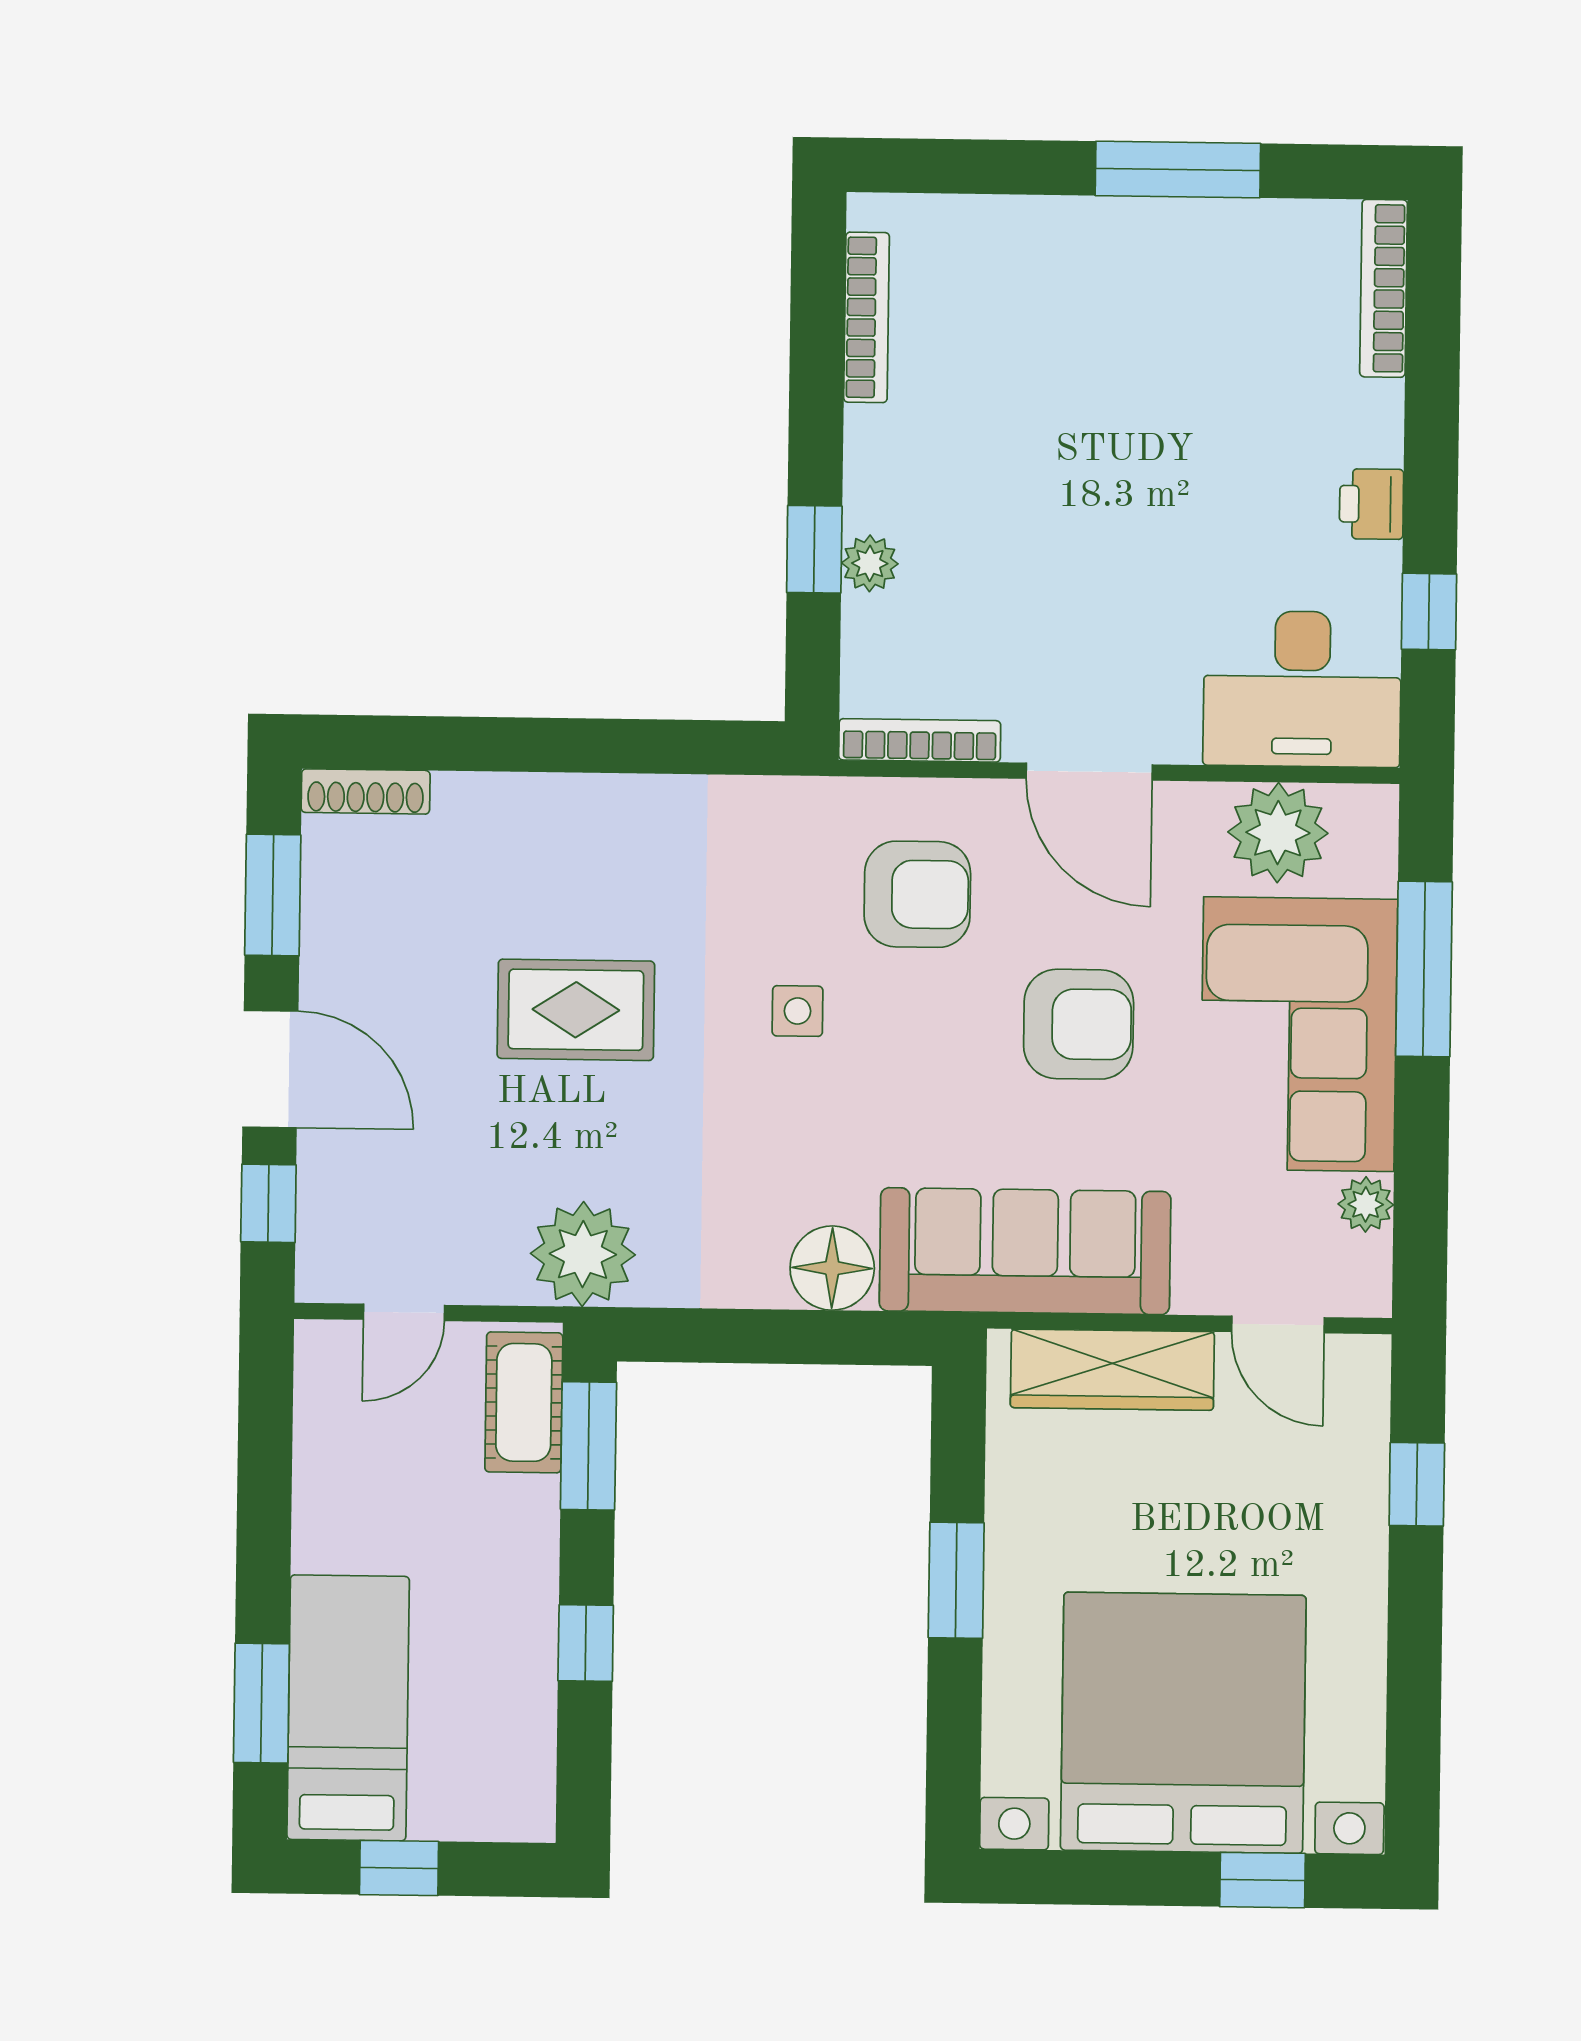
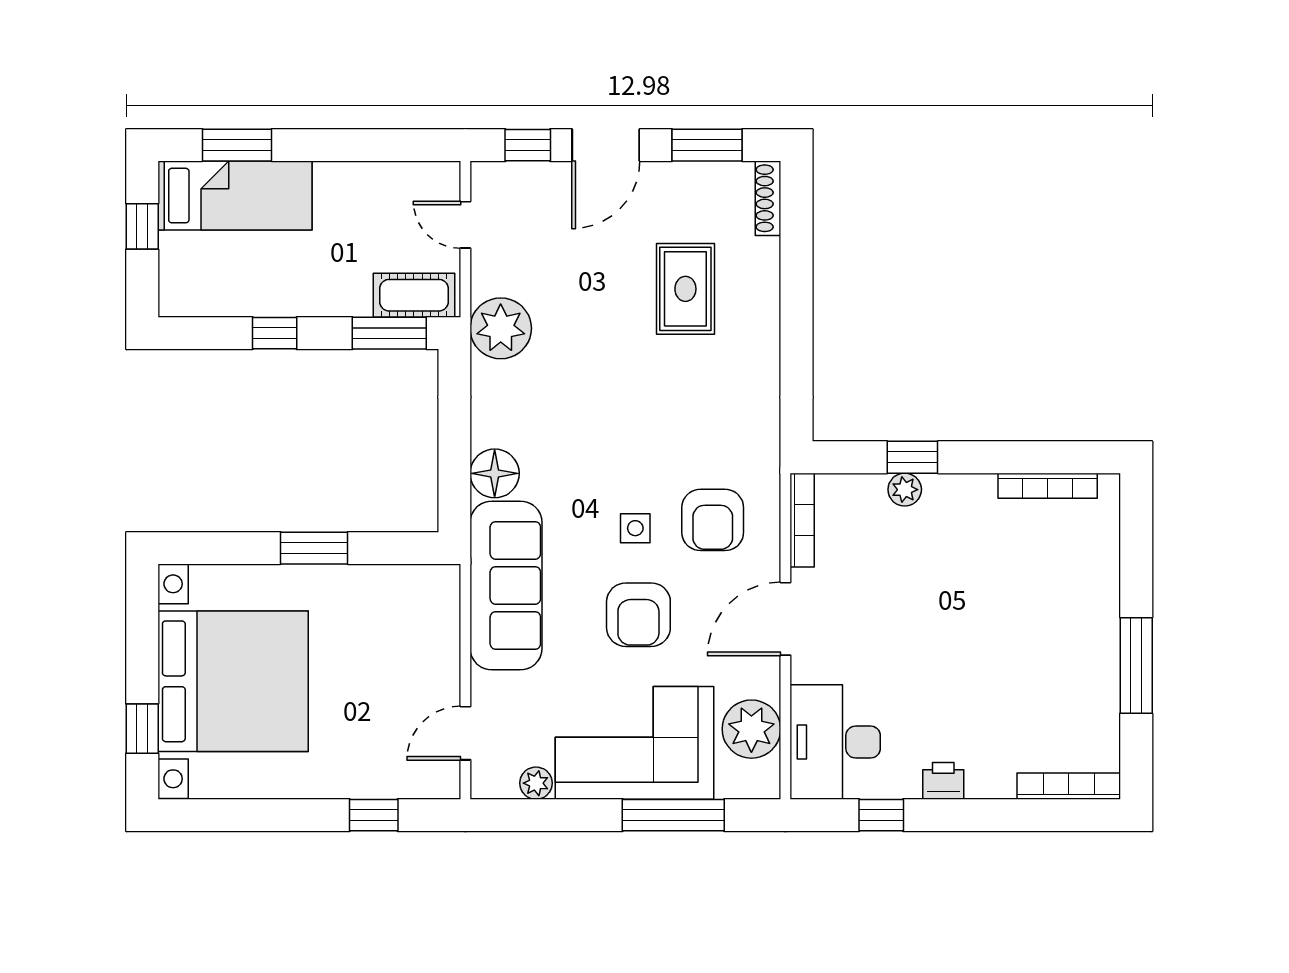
rug: (576, 1010) -> (685, 289), moved
side table: (798, 1011) -> (635, 528), moved
wardrobe: (1112, 1370) -> (438, 637), removed

